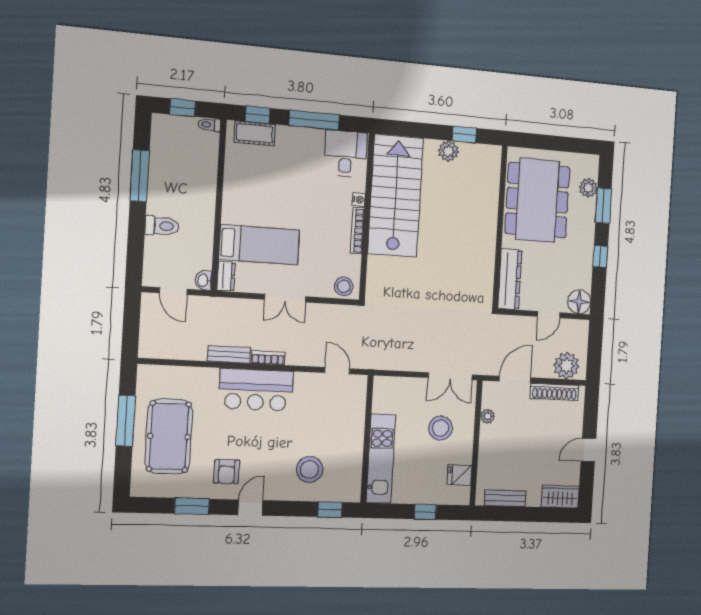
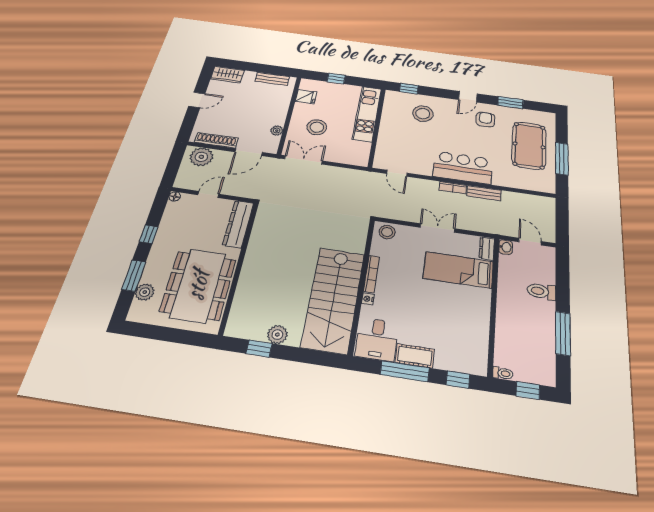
cot: (255, 133) -> (415, 356), moved
floor lamp: (579, 302) -> (175, 196), width x0.53, depth x0.53

